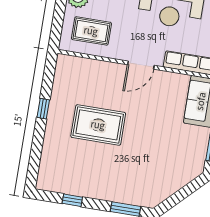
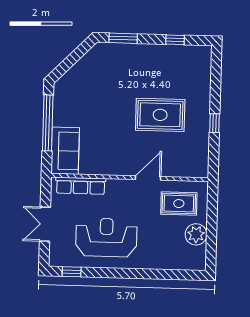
door: (141, 65) -> (148, 178), moved

